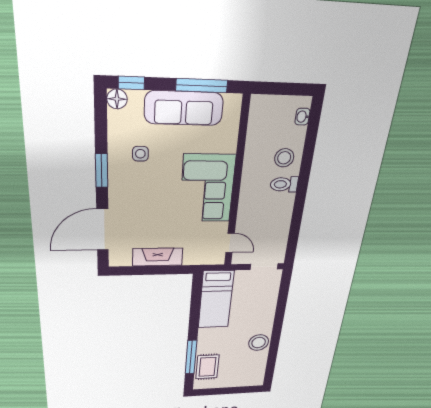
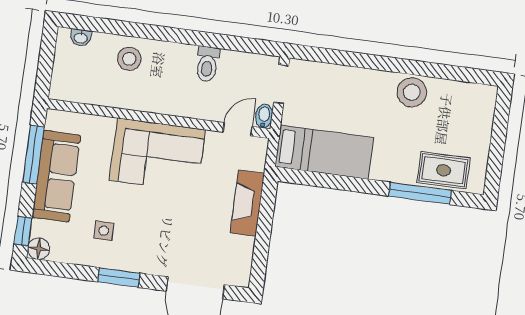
toilet: (284, 184) -> (207, 64), moved
fireplace: (158, 257) -> (247, 203), moved
bidet: (240, 259) -> (264, 116), added

